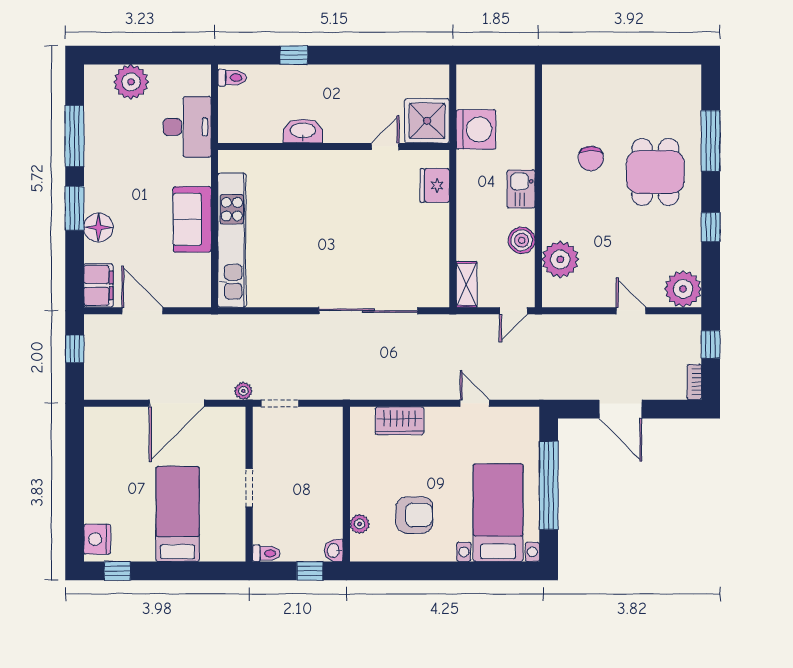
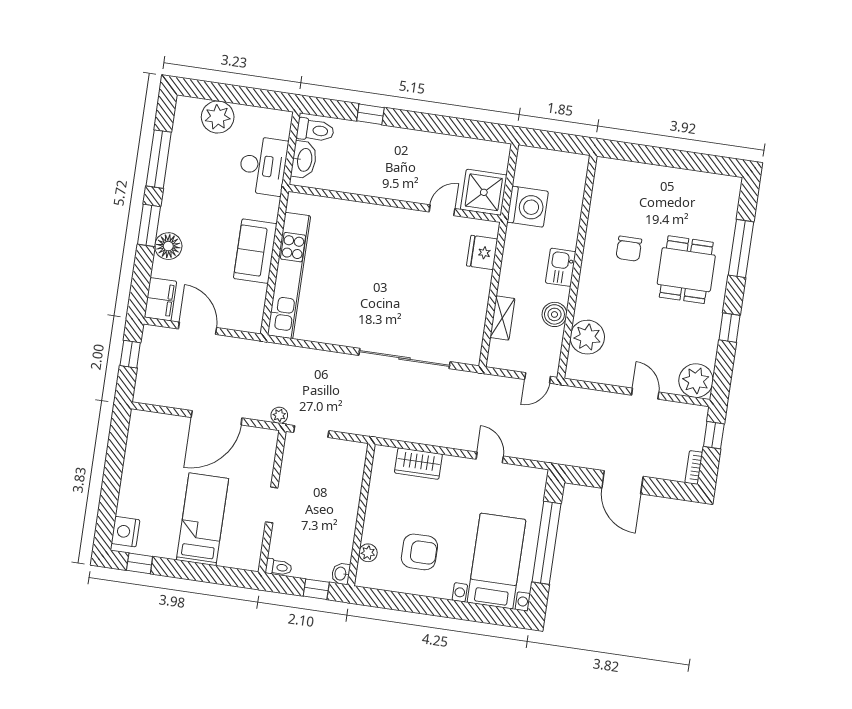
toilet: (232, 78) -> (315, 130), width x1.37, depth x1.39
washbasin: (303, 131) -> (304, 160), moved, turned 90
shelving: (467, 284) -> (502, 318), moved

